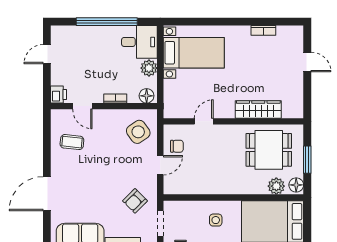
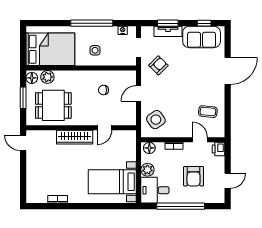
armchair: (90, 60) -> (194, 176), added
door: (307, 62) -> (23, 143), moved
wardrobe: (258, 109) -> (75, 137), moved
chair: (177, 146) -> (103, 90), moved

